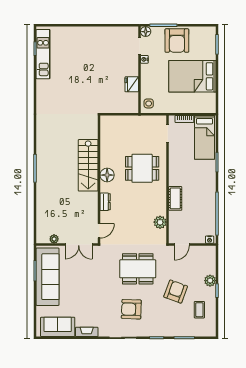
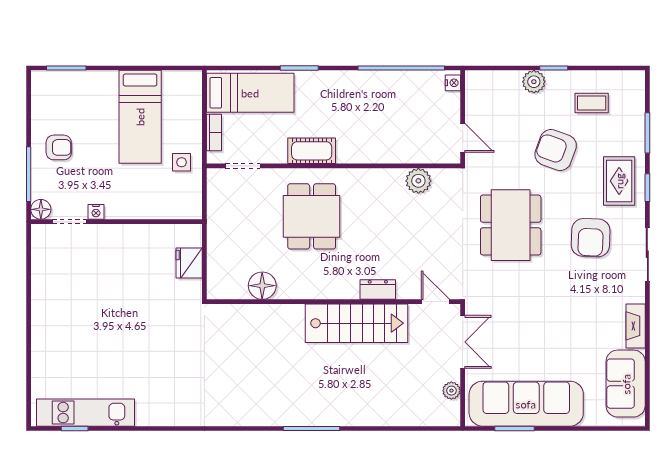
armchair: (177, 41) -> (59, 147), width x0.53, depth x0.53
bed: (192, 76) -> (140, 117), width x0.67
fridge: (132, 84) -> (189, 263), moved, turned 90
side table: (149, 103) -> (182, 162), moved
stairs: (88, 165) -> (356, 323), moved
floor lamp: (107, 175) -> (262, 286), moved
cot: (175, 198) -> (312, 151), moved
rug: (160, 324) -> (619, 181), added

